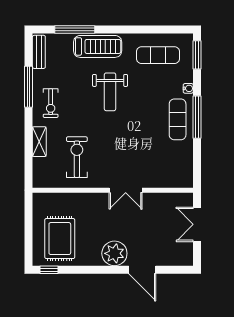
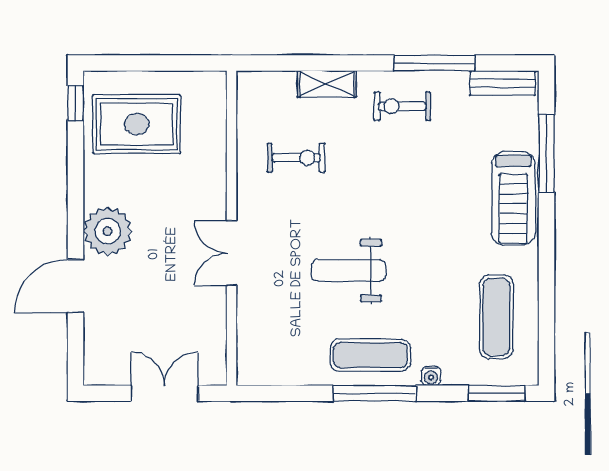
weight bench: (110, 92) -> (349, 271), moved
exercise bike: (77, 157) -> (296, 158), width x0.73, depth x0.72

